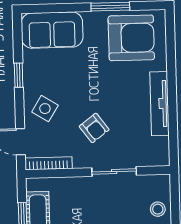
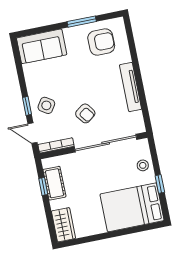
armchair: (131, 38) -> (101, 42), width x0.73, depth x0.73
window: (19, 75) -> (27, 106), moved
sliding door: (114, 171) -> (106, 143), width x1.86

